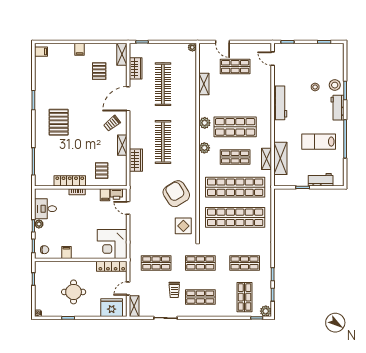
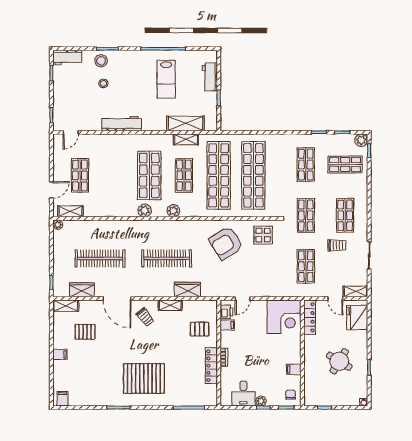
shelving: (204, 84) -> (70, 211), moved
workbench: (338, 108) -> (67, 58), moved
pallet: (59, 122) -> (144, 378), width x1.37, depth x1.41
round table: (74, 292) -> (339, 361), turned 31

